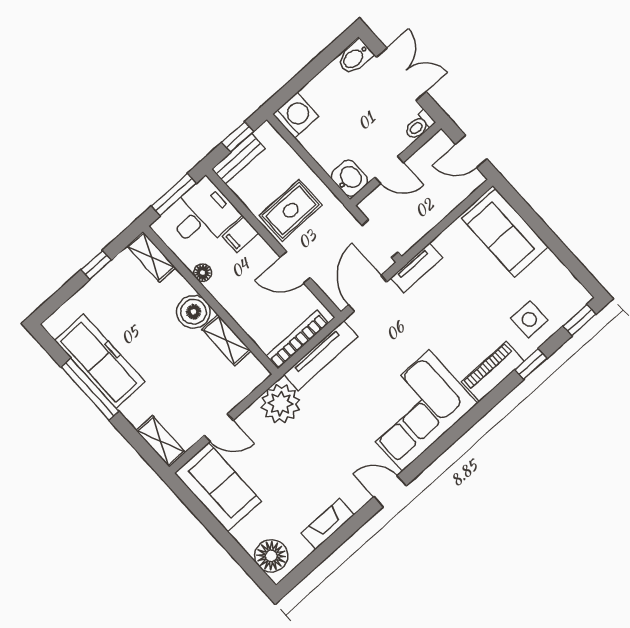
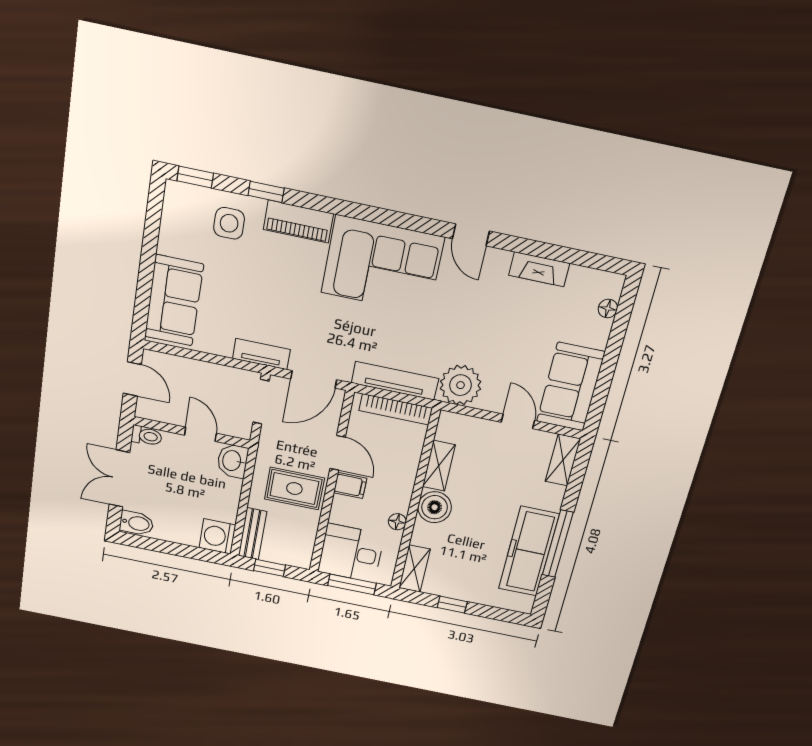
bench: (238, 159) -> (252, 534), moved, turned 90
filing cabinet: (241, 235) -> (350, 485), moved
floor lamp: (271, 556) -> (608, 308), width x0.53, depth x0.53

